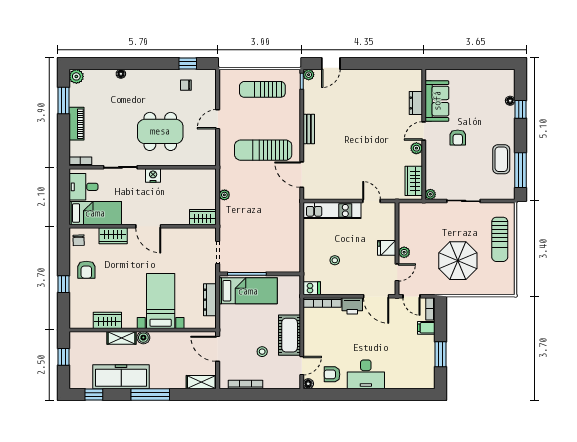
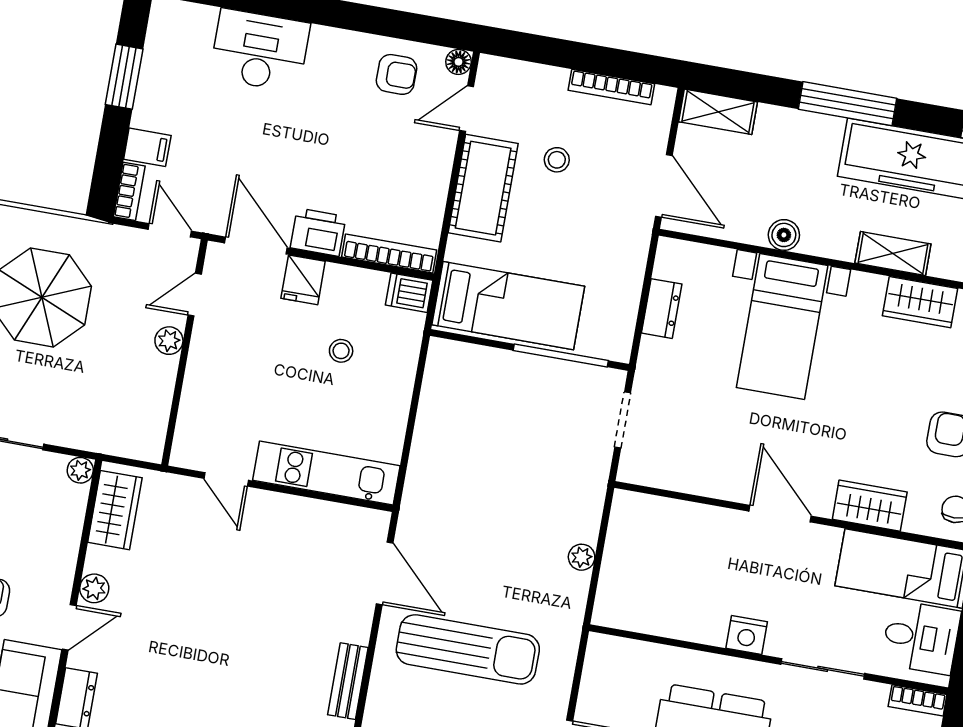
wardrobe: (203, 217) -> (643, 512), removed
fridge: (387, 248) -> (303, 280), moved, turned 90
bed: (248, 291) -> (508, 306), moved, turned 180
dresser: (210, 300) -> (662, 309), width x0.70
boiler: (143, 338) -> (784, 235), moved
desk: (366, 374) -> (260, 50), moved

